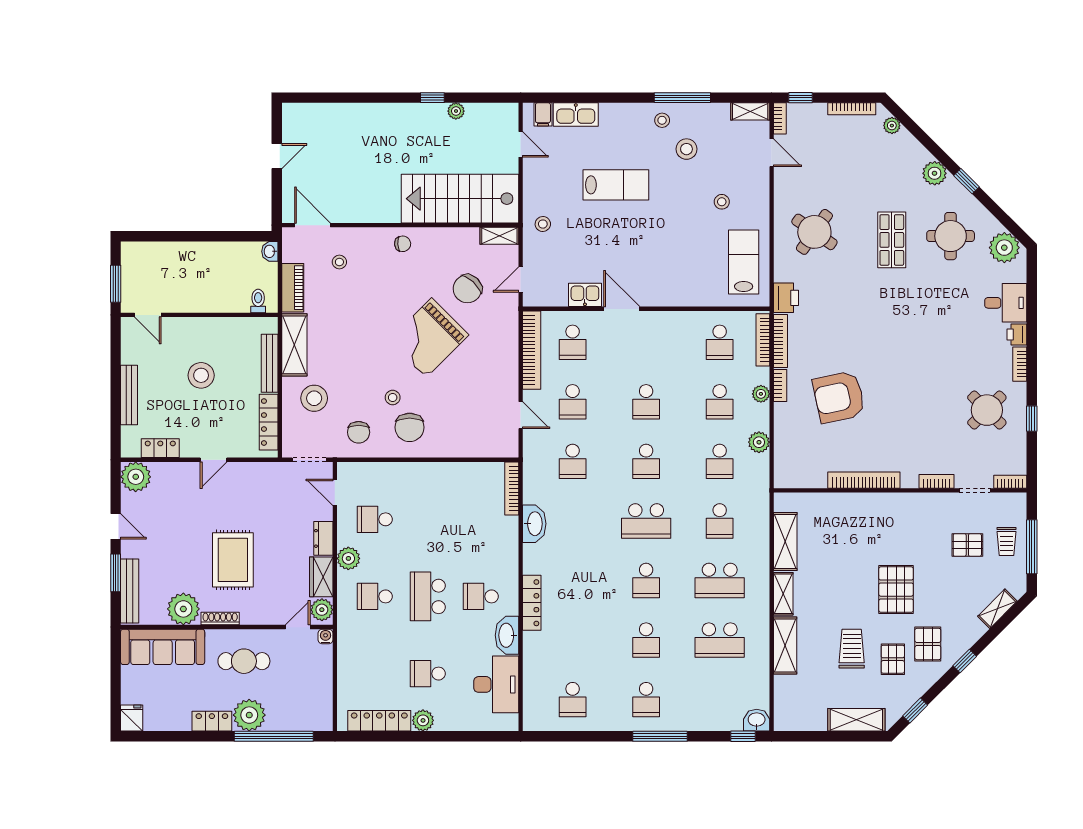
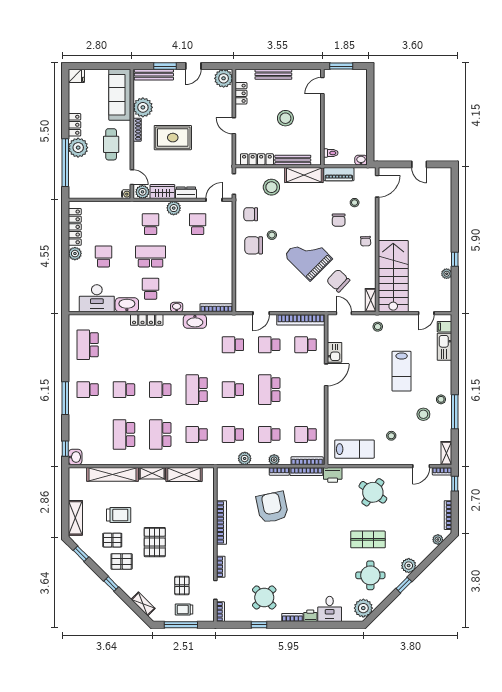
chair: (368, 288) -> (339, 220), added
school desk: (646, 402) -> (269, 390), width x1.85
washbasin: (511, 554) -> (177, 307), added
pallet: (896, 590) -> (155, 542), turned 90
shelving: (785, 645) -> (113, 474), width x1.47
school desk: (573, 700) -> (88, 345), width x1.85

